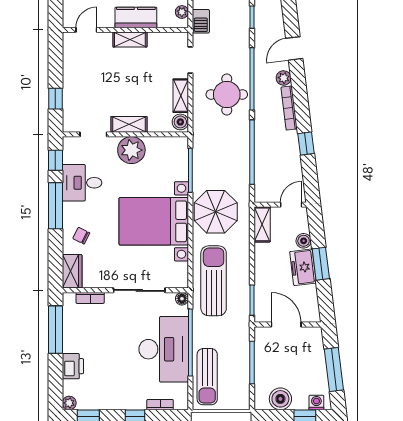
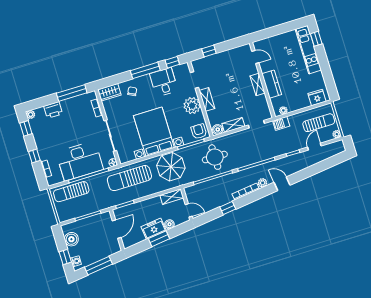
round table: (227, 94) -> (215, 157), moved
armchair: (174, 152) -> (199, 131), added
sun lounger: (214, 281) -> (129, 178), turned 180

